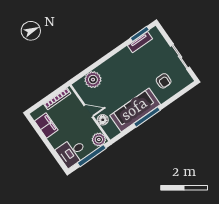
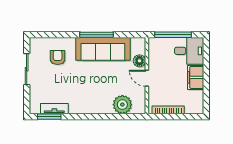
filing cabinet: (46, 125) -> (196, 77), moved
plant: (99, 140) -> (156, 45), removed

